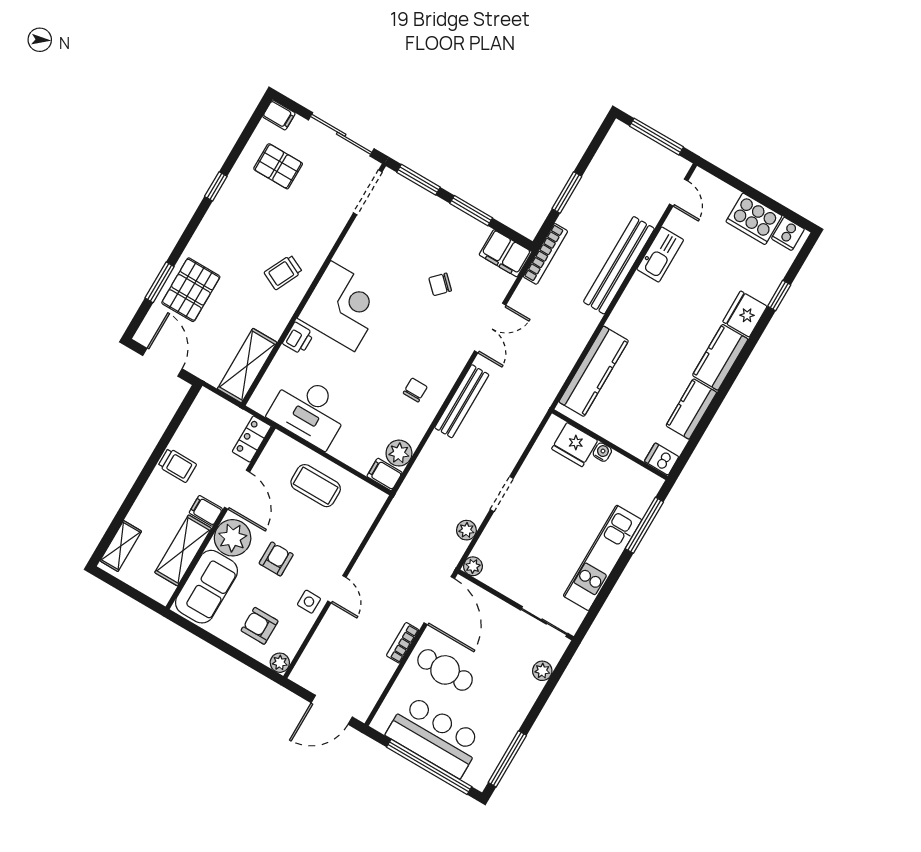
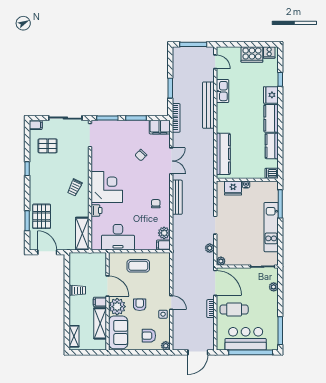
locker: (252, 439) -> (101, 262), removed

